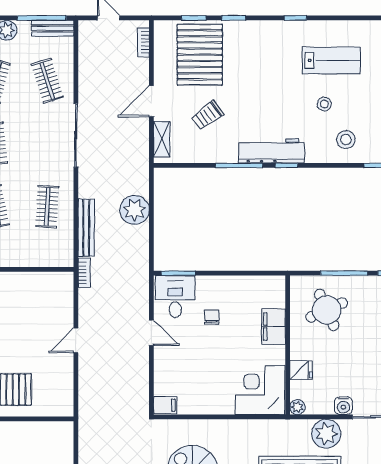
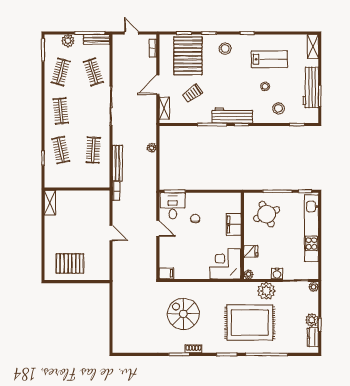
stool: (260, 43) -> (225, 49), added
plant: (135, 210) -> (152, 148), width x0.53, depth x0.53
door: (76, 340) -> (111, 233), swing flipped

